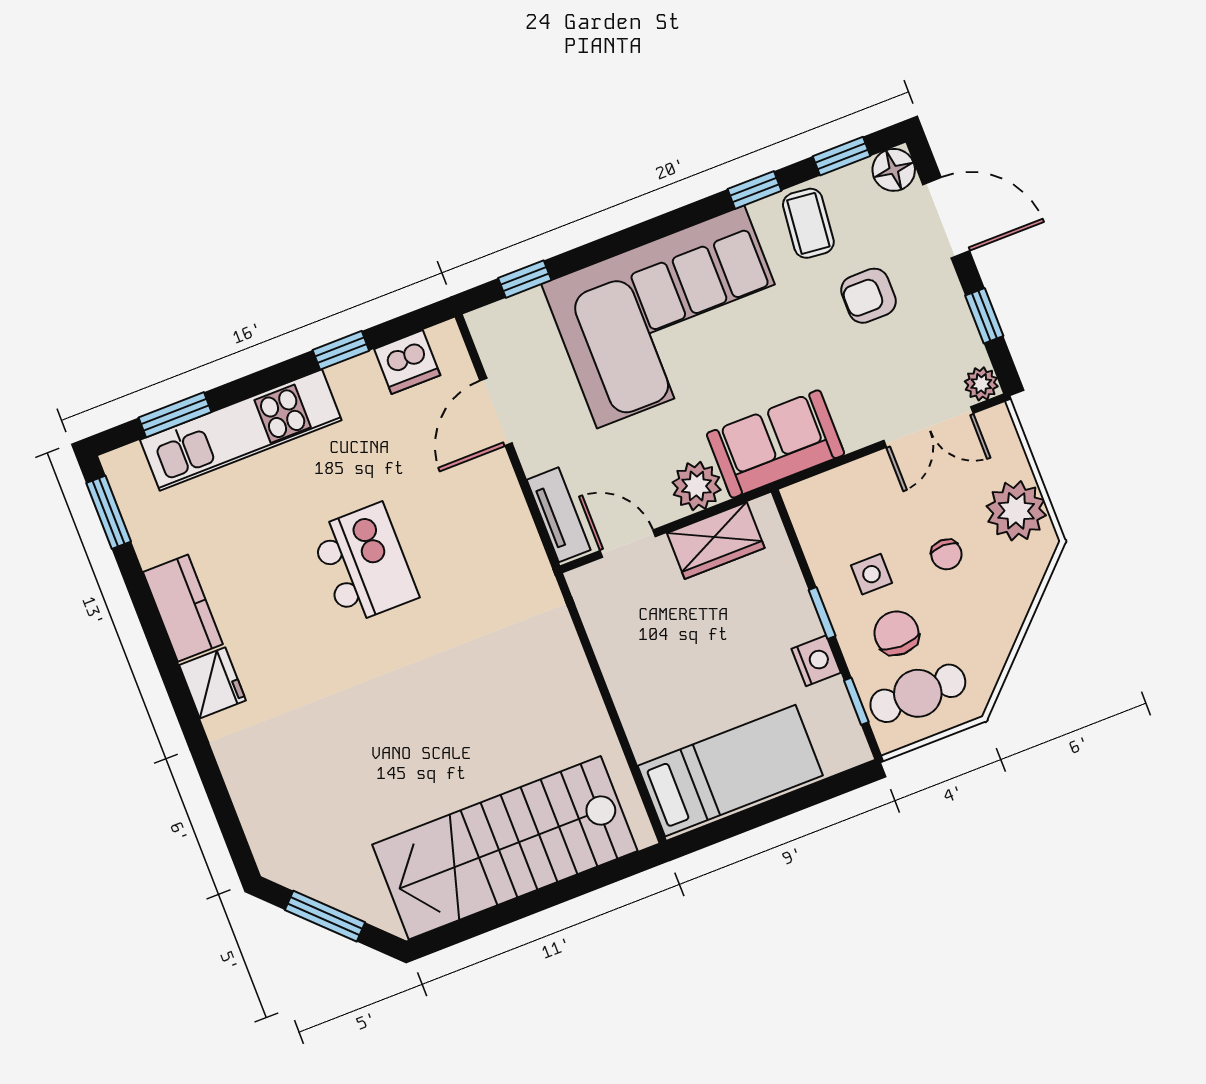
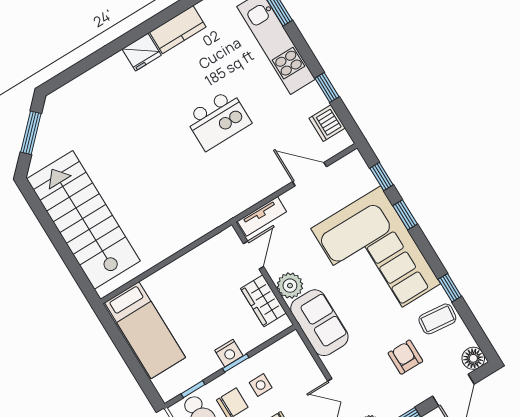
window: (841, 156) -> (405, 215), moved
nightstand: (816, 661) -> (229, 353), moved

